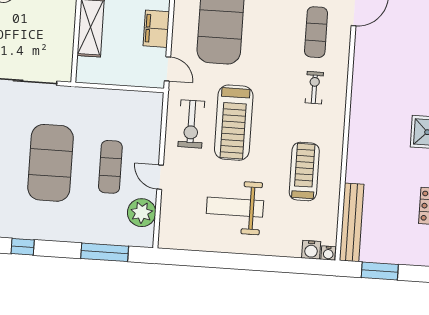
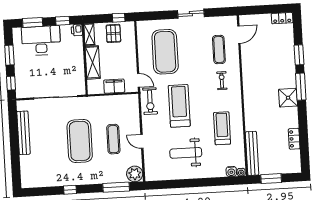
filing cabinet: (156, 29) -> (114, 86), moved, turned 90
treadmill: (234, 123) -> (179, 106), turned 180
exercise bike: (191, 124) -> (150, 101), moved
plant: (142, 213) -> (135, 174), moved

